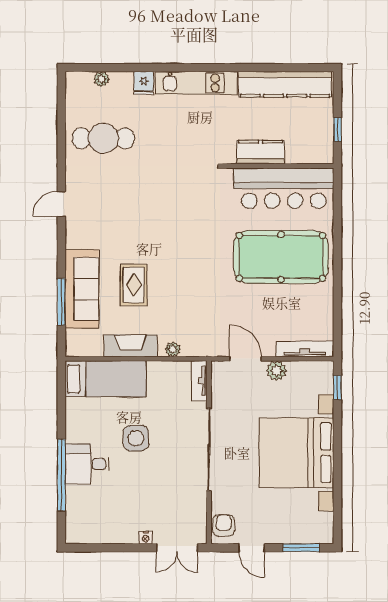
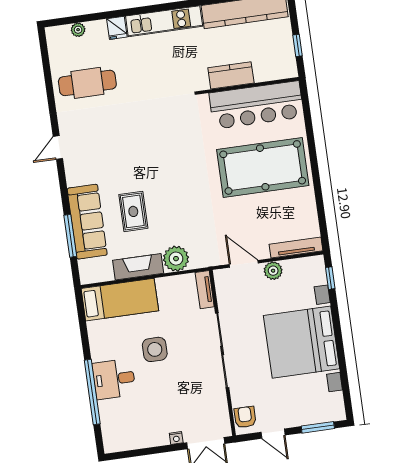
plant: (173, 349) -> (176, 259), width x1.87, depth x1.87

